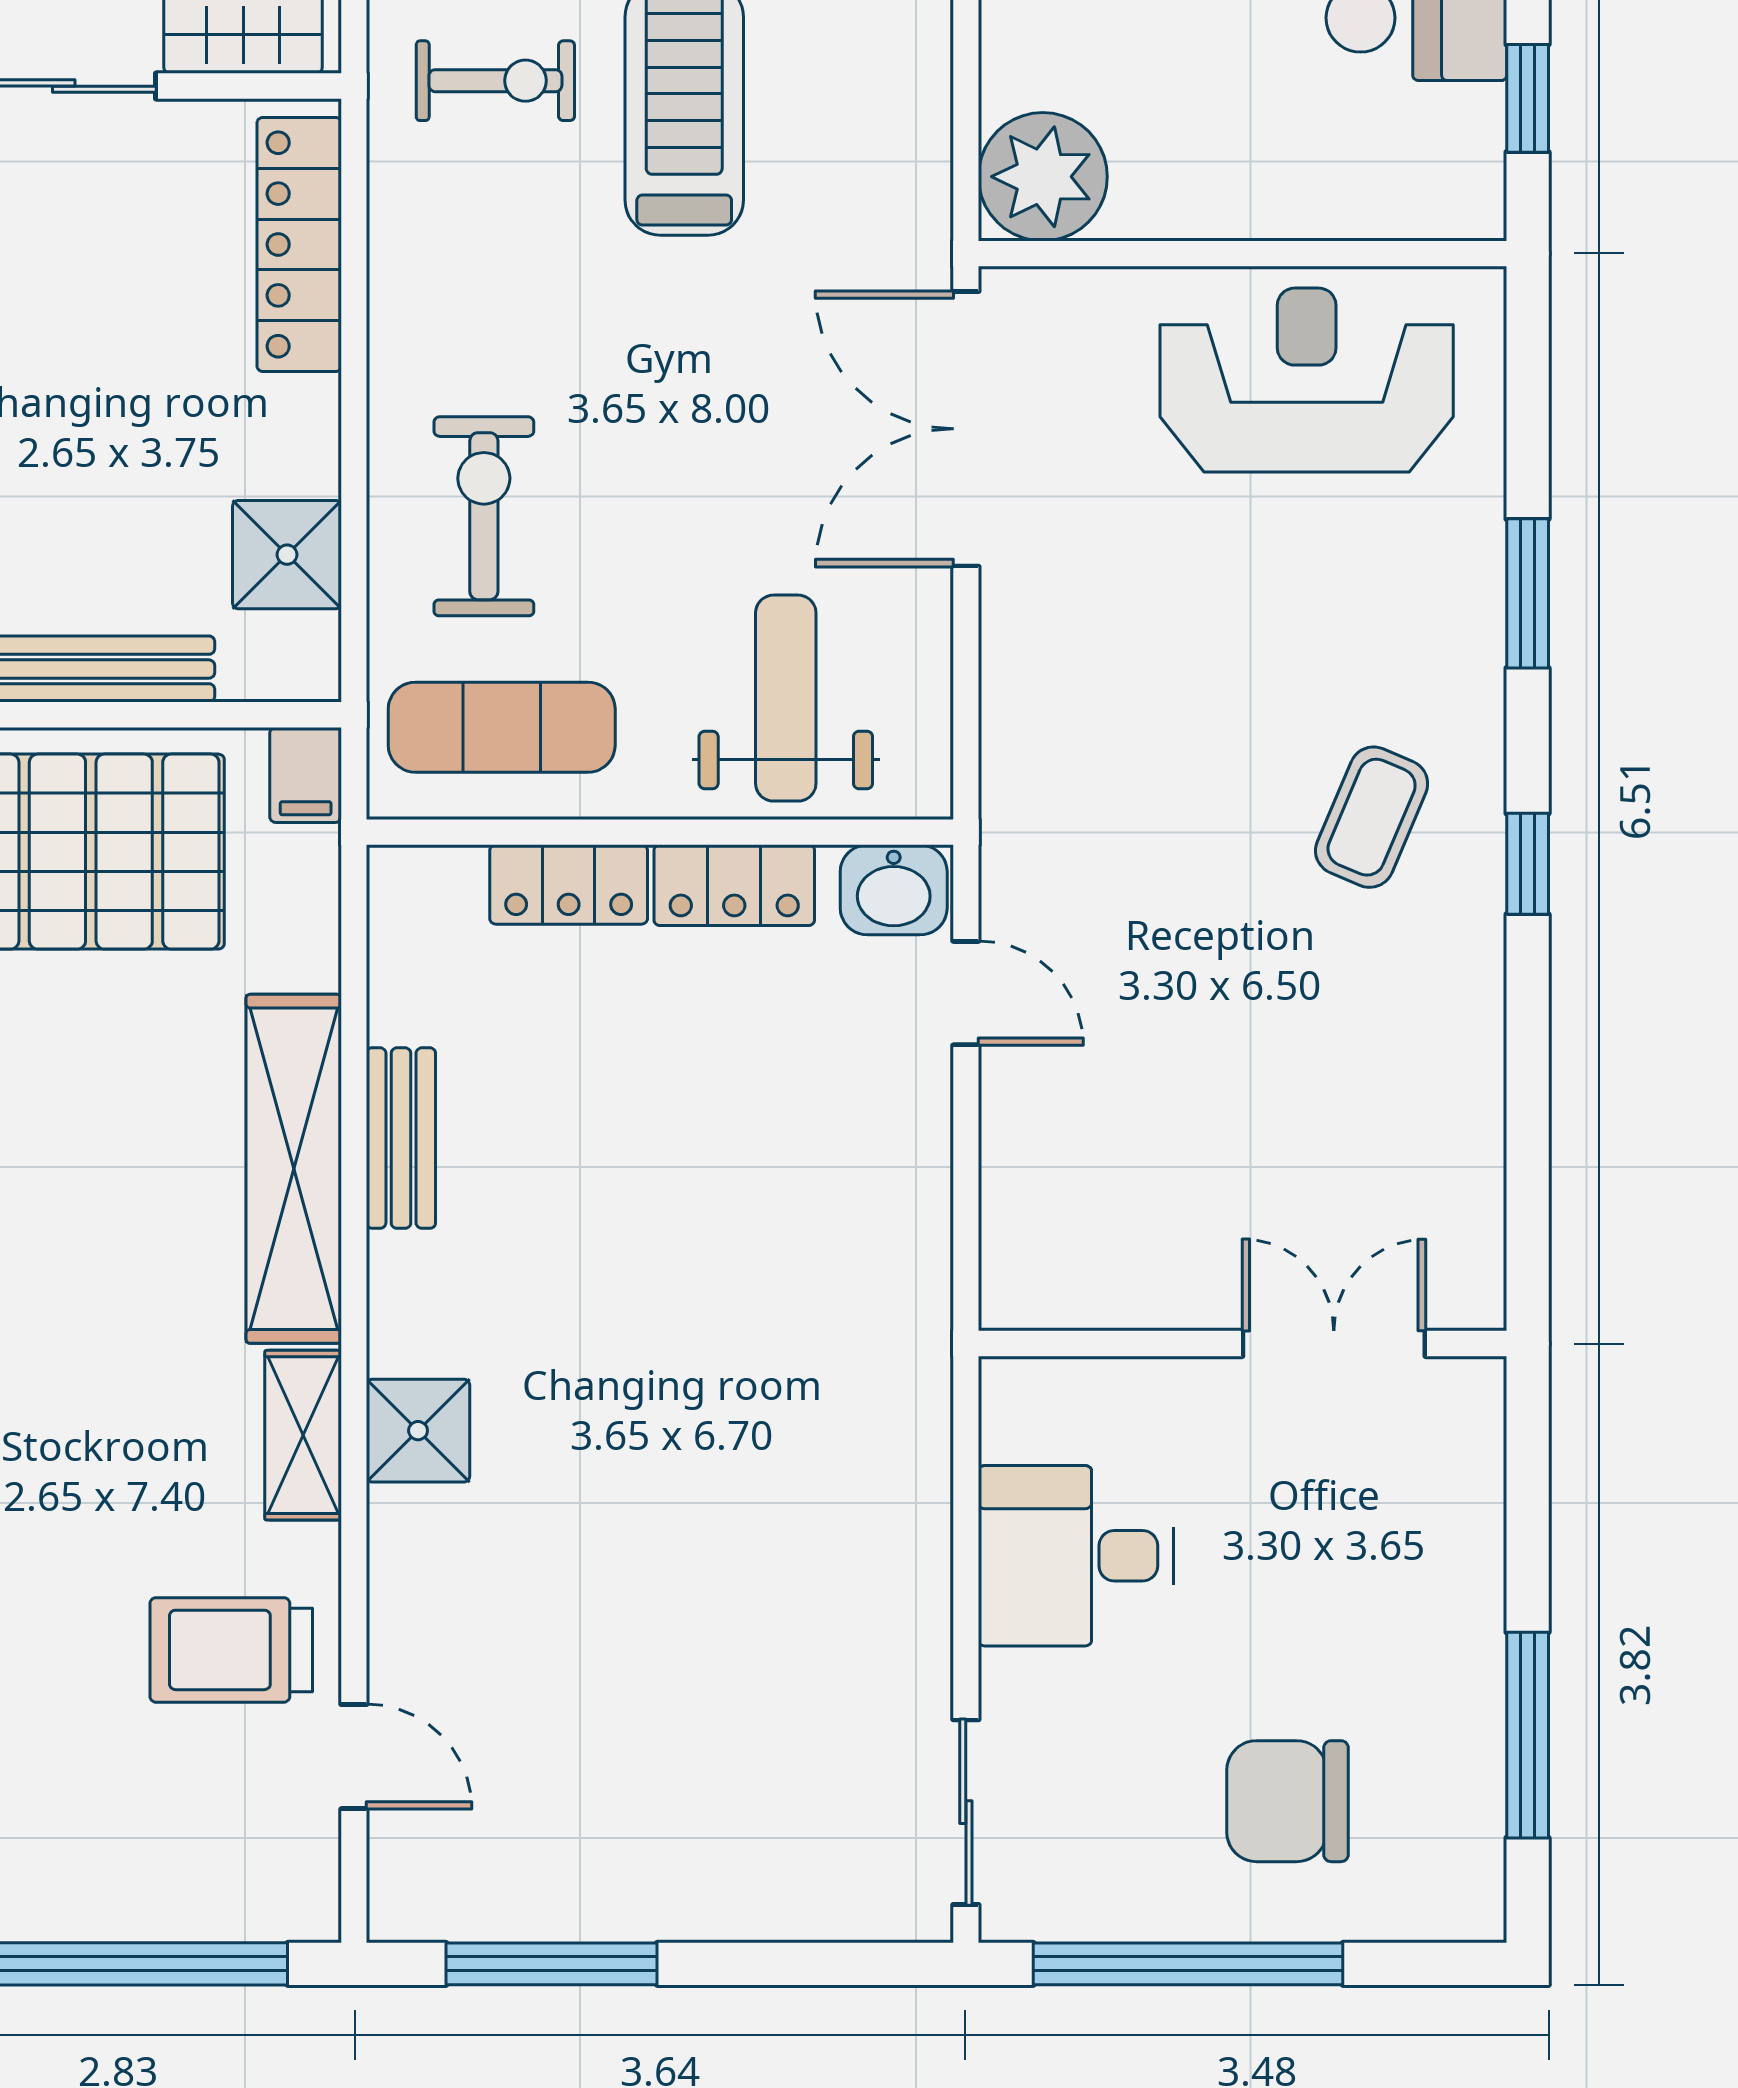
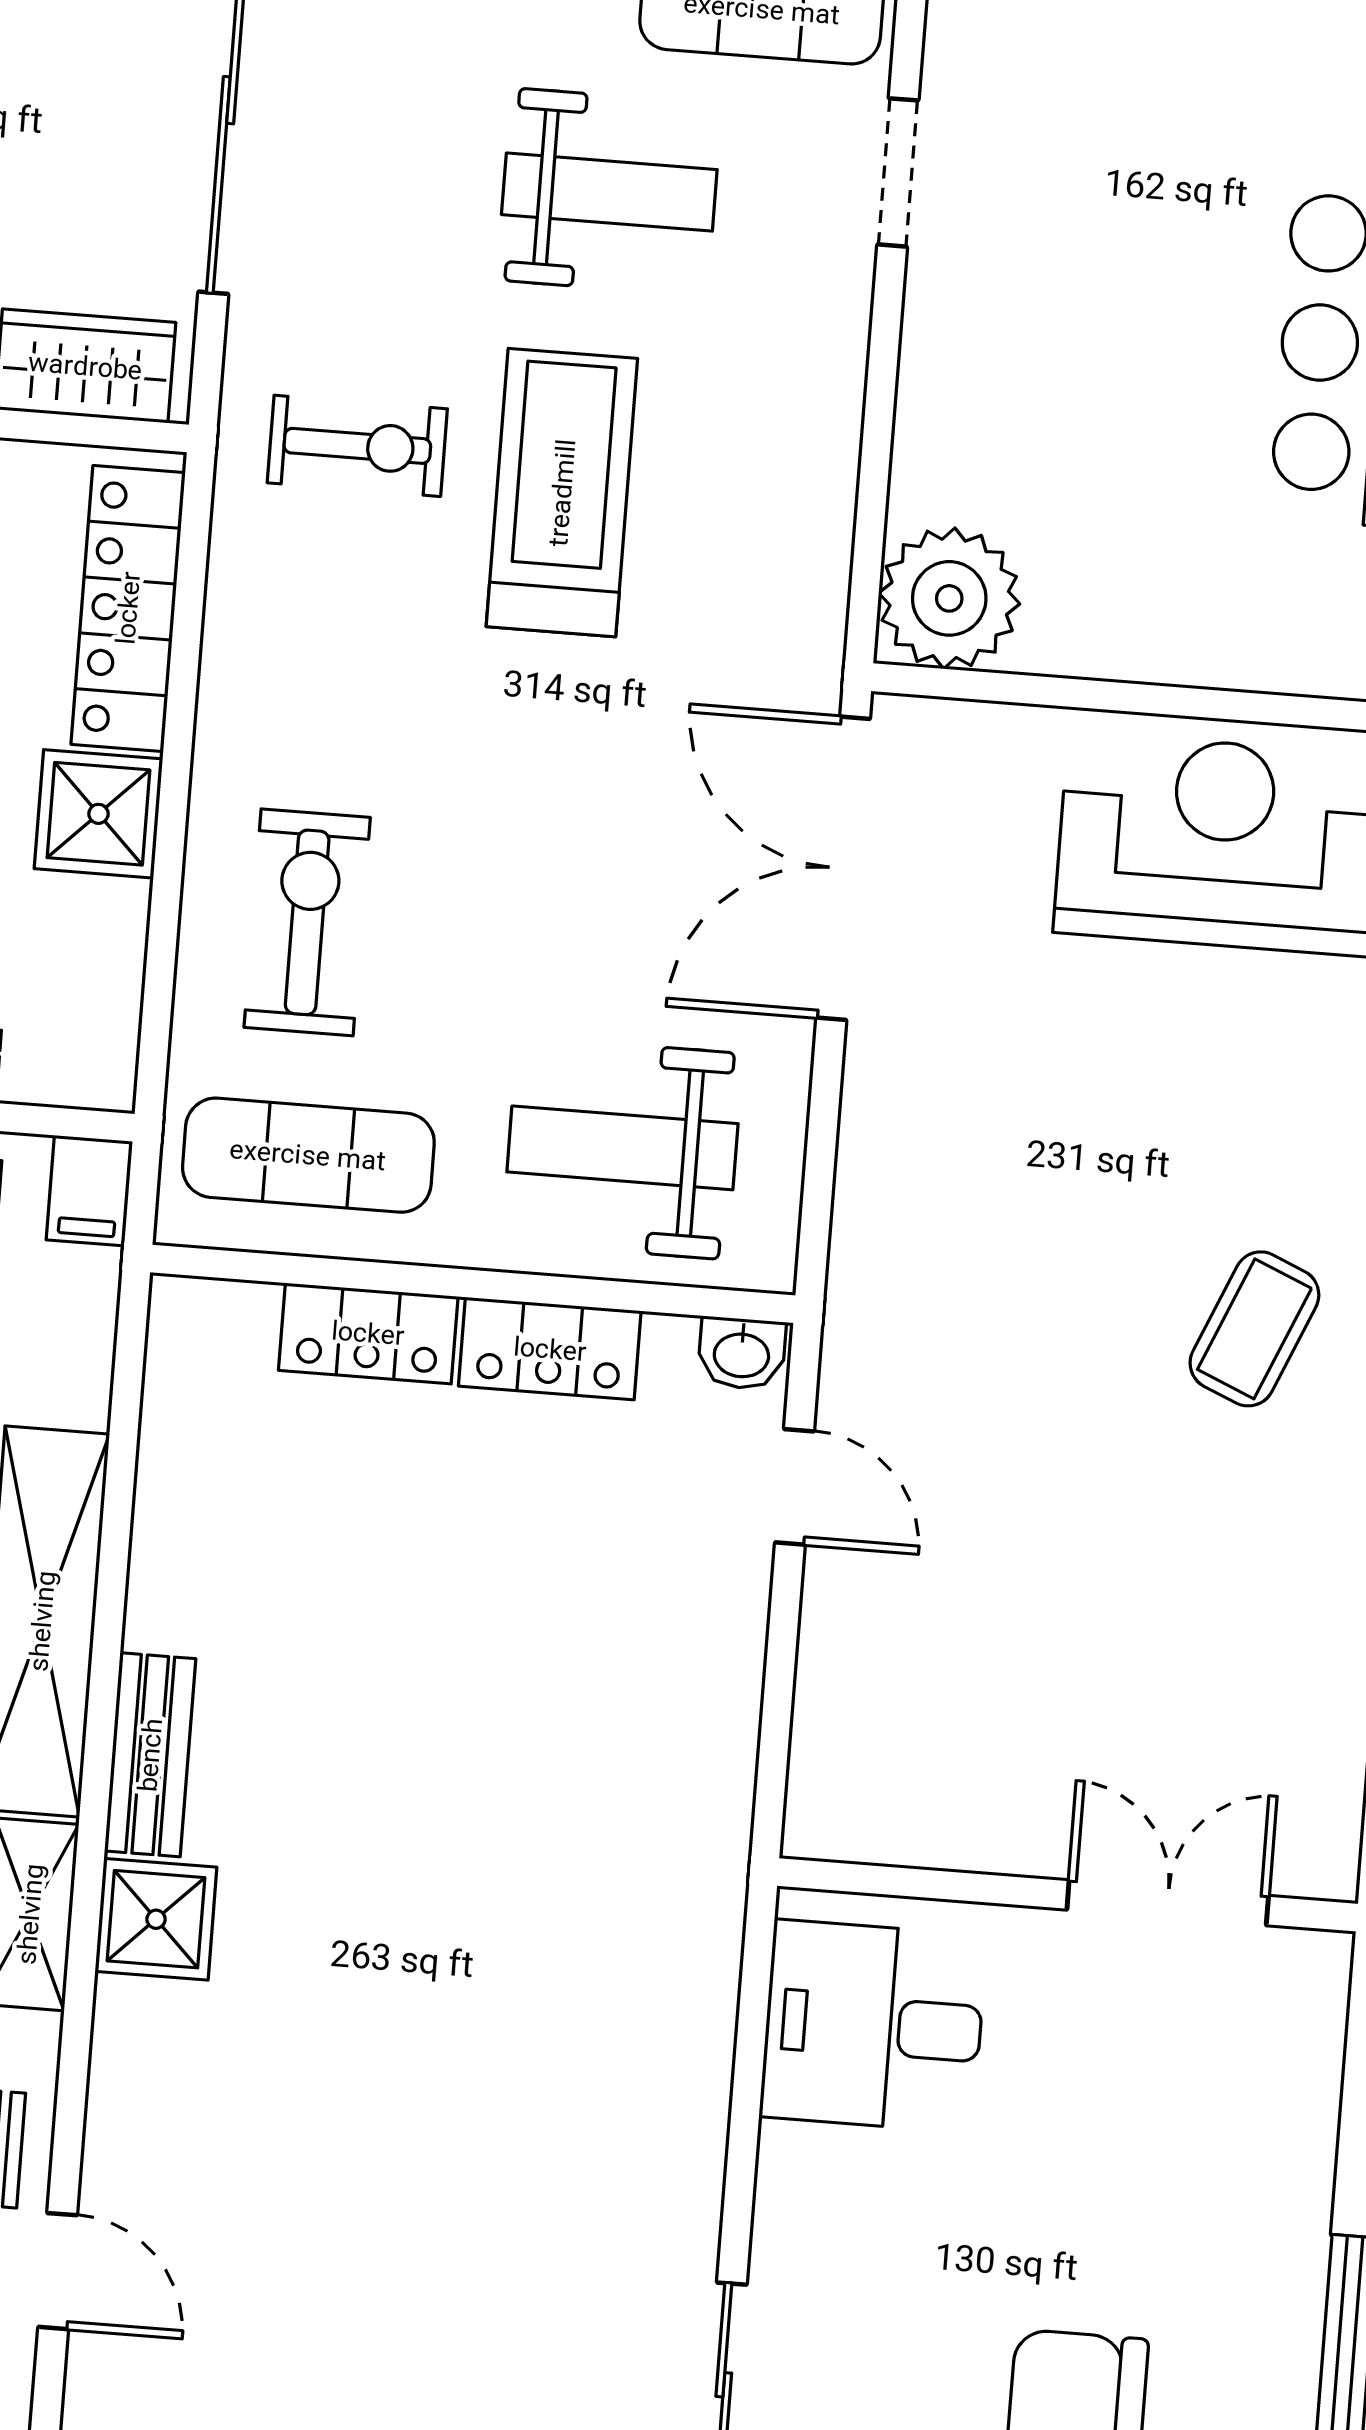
shower: (287, 555) -> (98, 814), moved
weight bench: (786, 698) -> (622, 1148), turned -90
washbasin: (894, 890) -> (742, 1353), width x0.72, depth x0.69
bench: (401, 1138) -> (150, 1755), moved
desk: (1076, 1556) -> (873, 2026), moved

